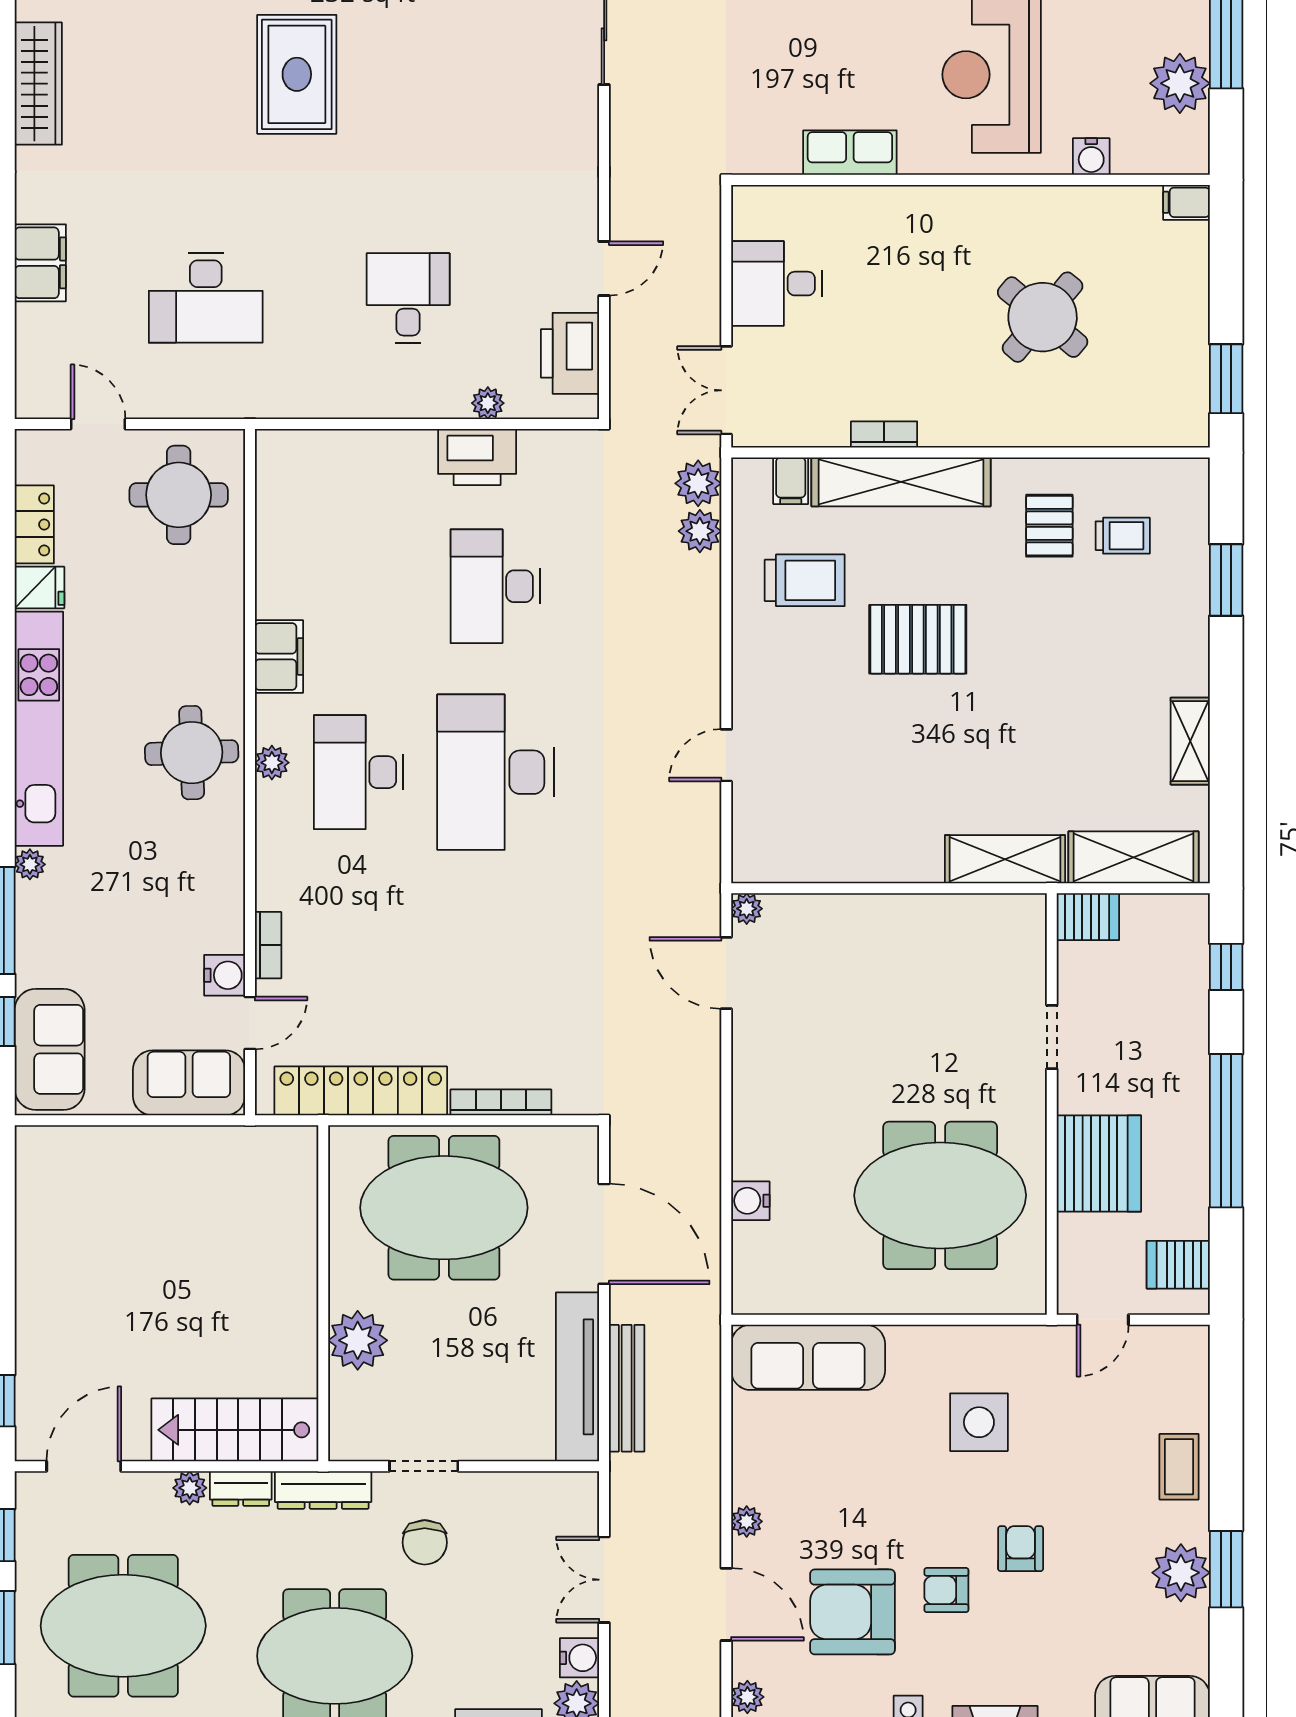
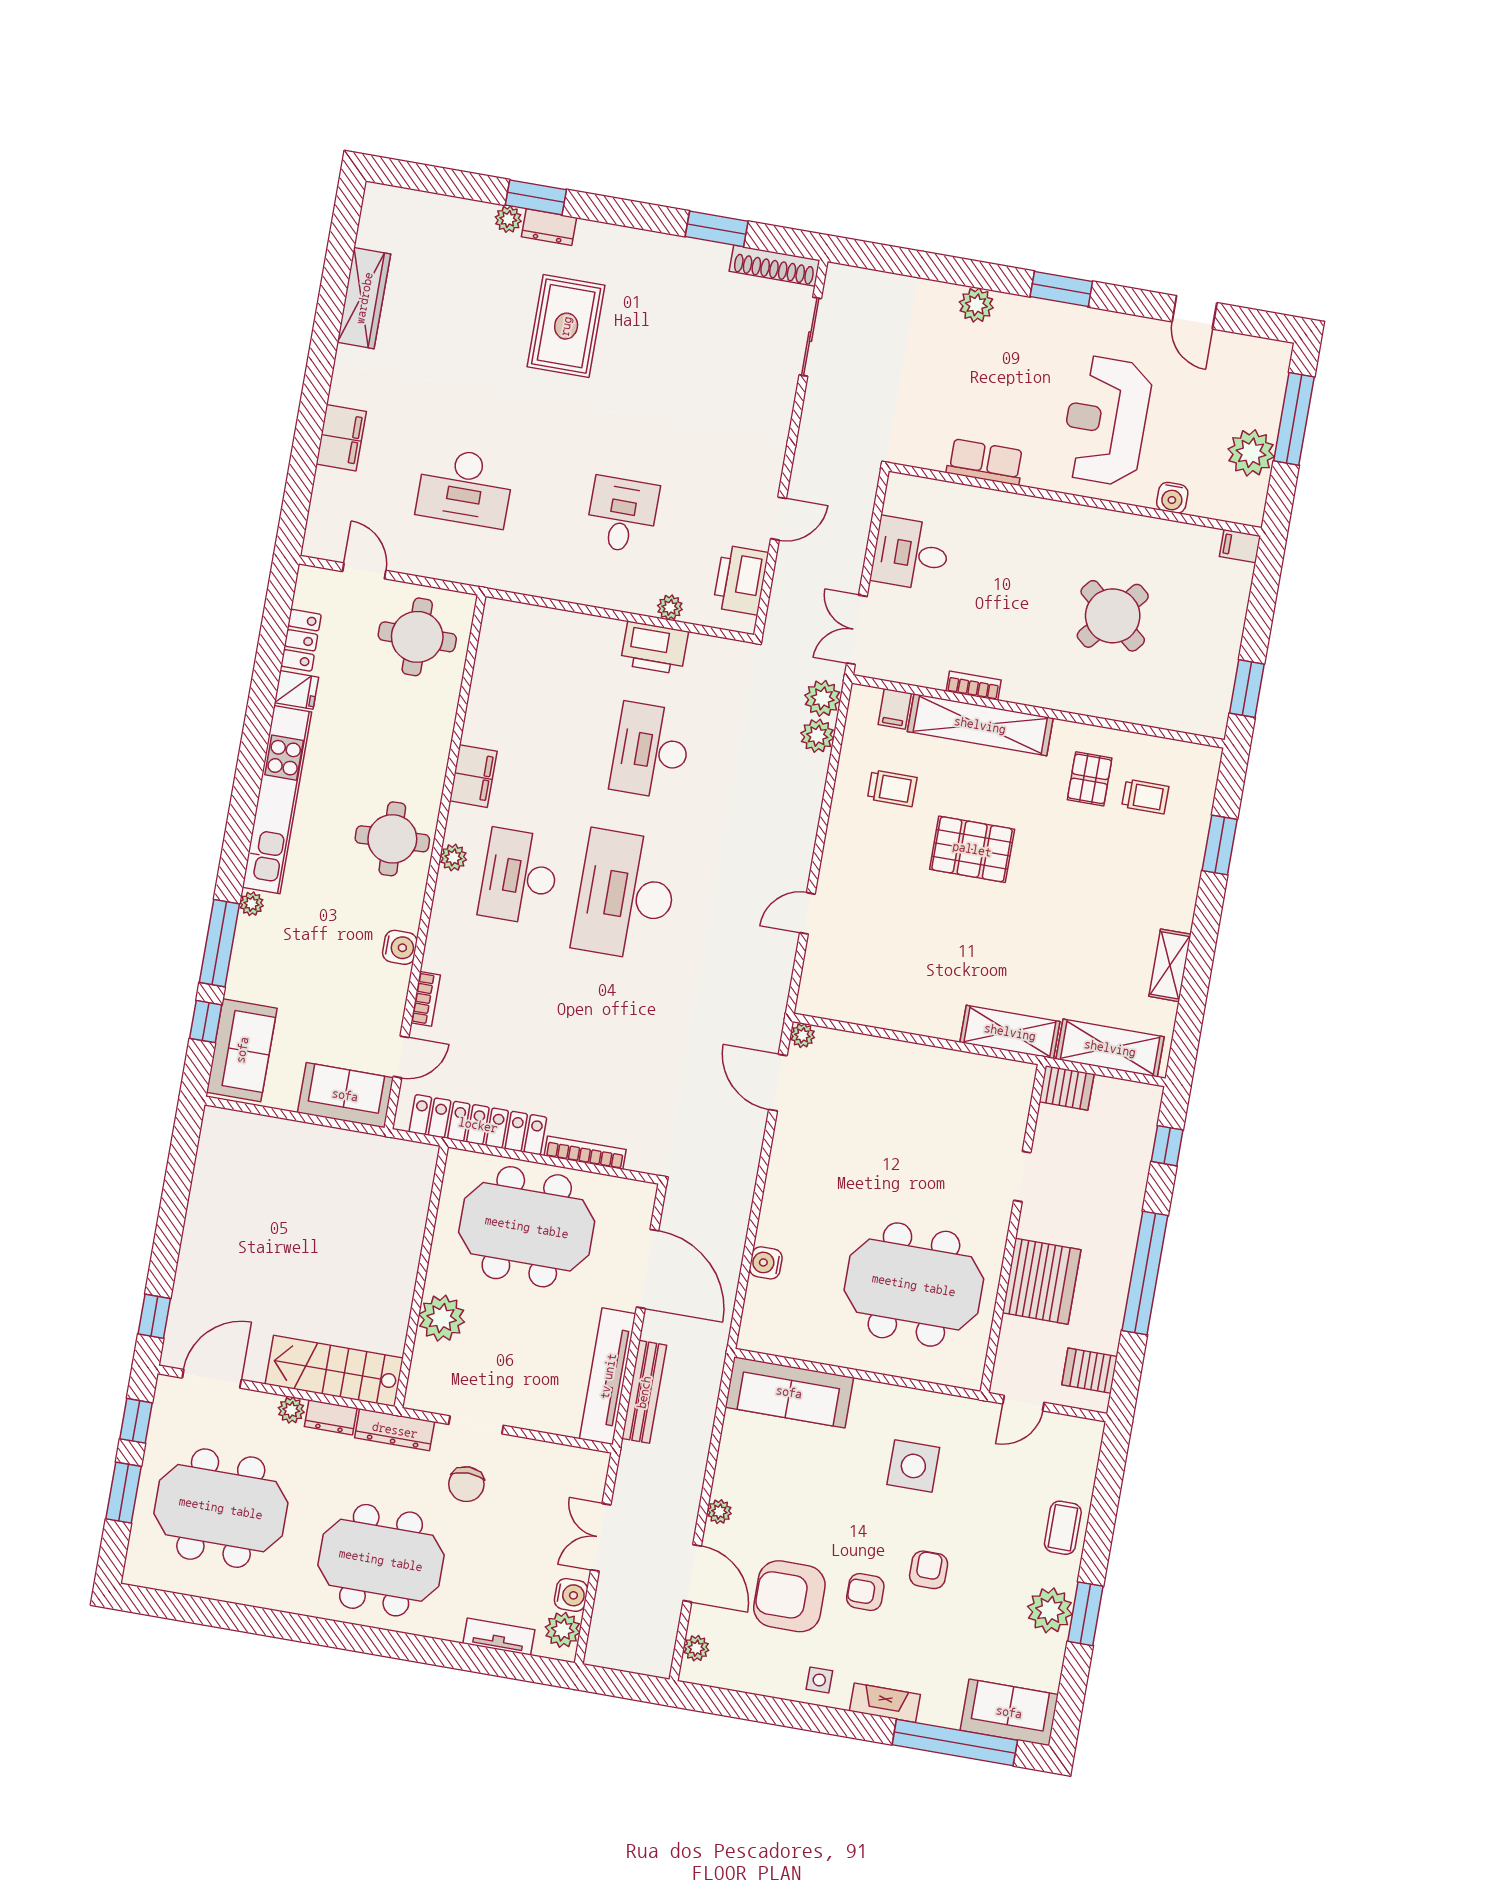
trolley: (805, 580) -> (892, 788), width x0.73, depth x0.72
water cooler: (225, 975) -> (400, 947), moved

